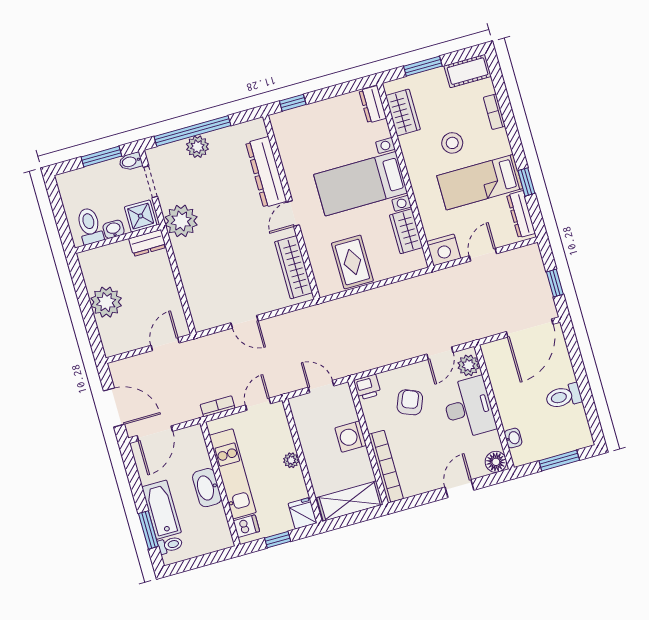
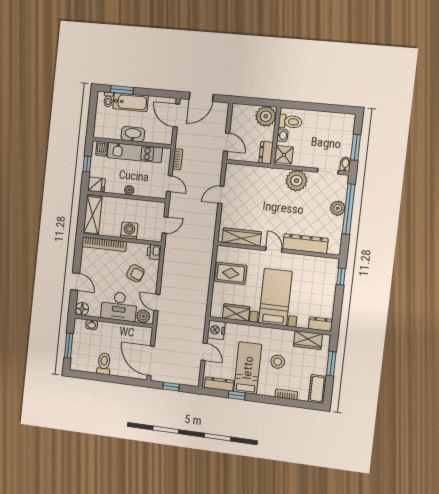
shower: (141, 216) -> (284, 155), moved
toilet: (90, 226) -> (290, 122), moved
washbasin: (114, 229) -> (282, 135), moved
wall: (118, 239) -> (276, 136), moved
dresser: (147, 243) -> (266, 153), moved

